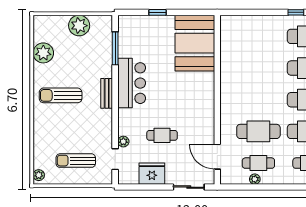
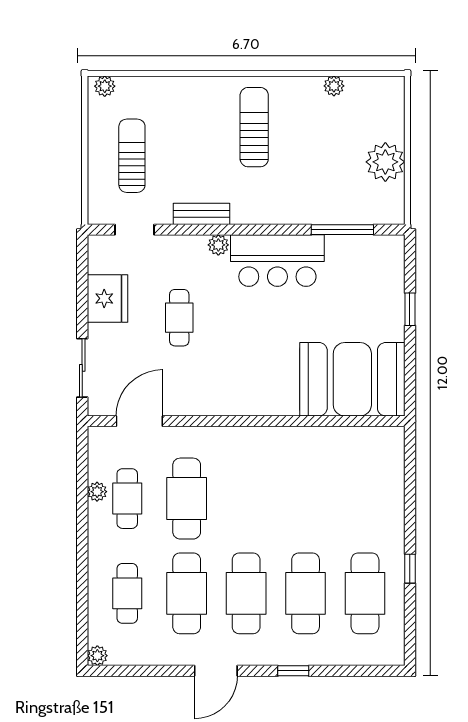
plant: (43, 53) -> (334, 86), width x0.53, depth x0.53
bench: (107, 93) -> (202, 214), moved
plant: (123, 142) -> (218, 245), moved

